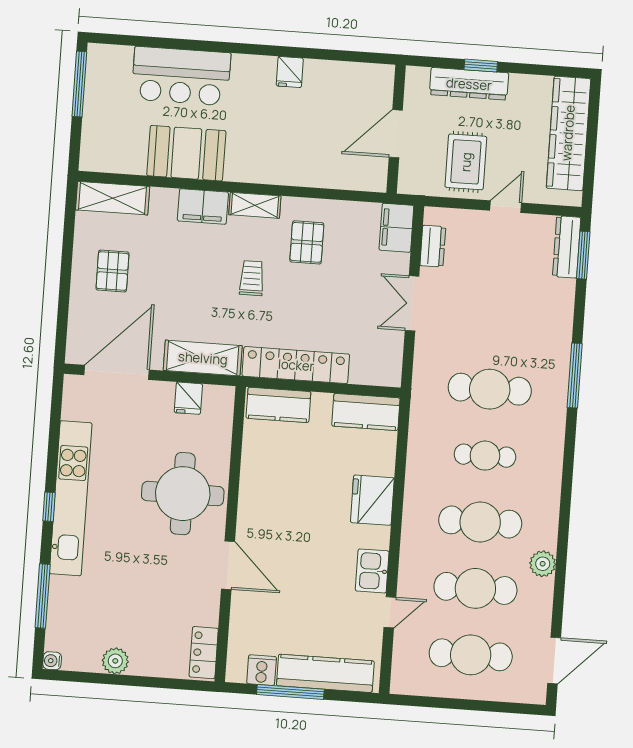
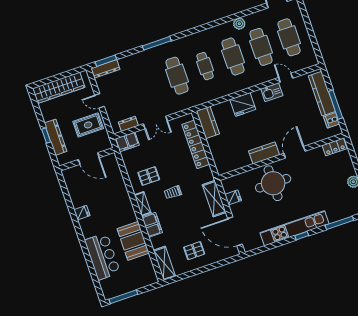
locker: (296, 365) -> (196, 144), moved
kitchen counter: (278, 405) -> (264, 153), moved, turned -90

